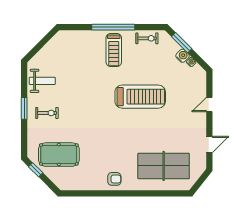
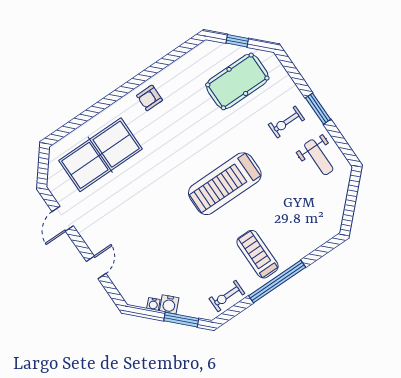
weight bench: (42, 81) -> (319, 157), turned -90
treadmill: (140, 97) -> (225, 184), moved
window: (36, 170) -> (237, 41), moved

